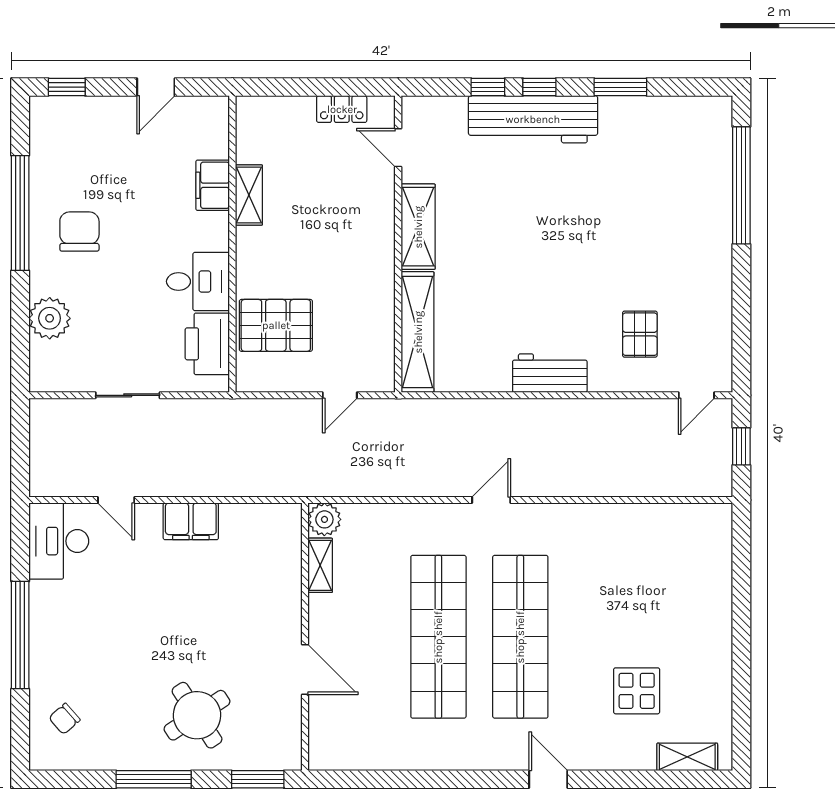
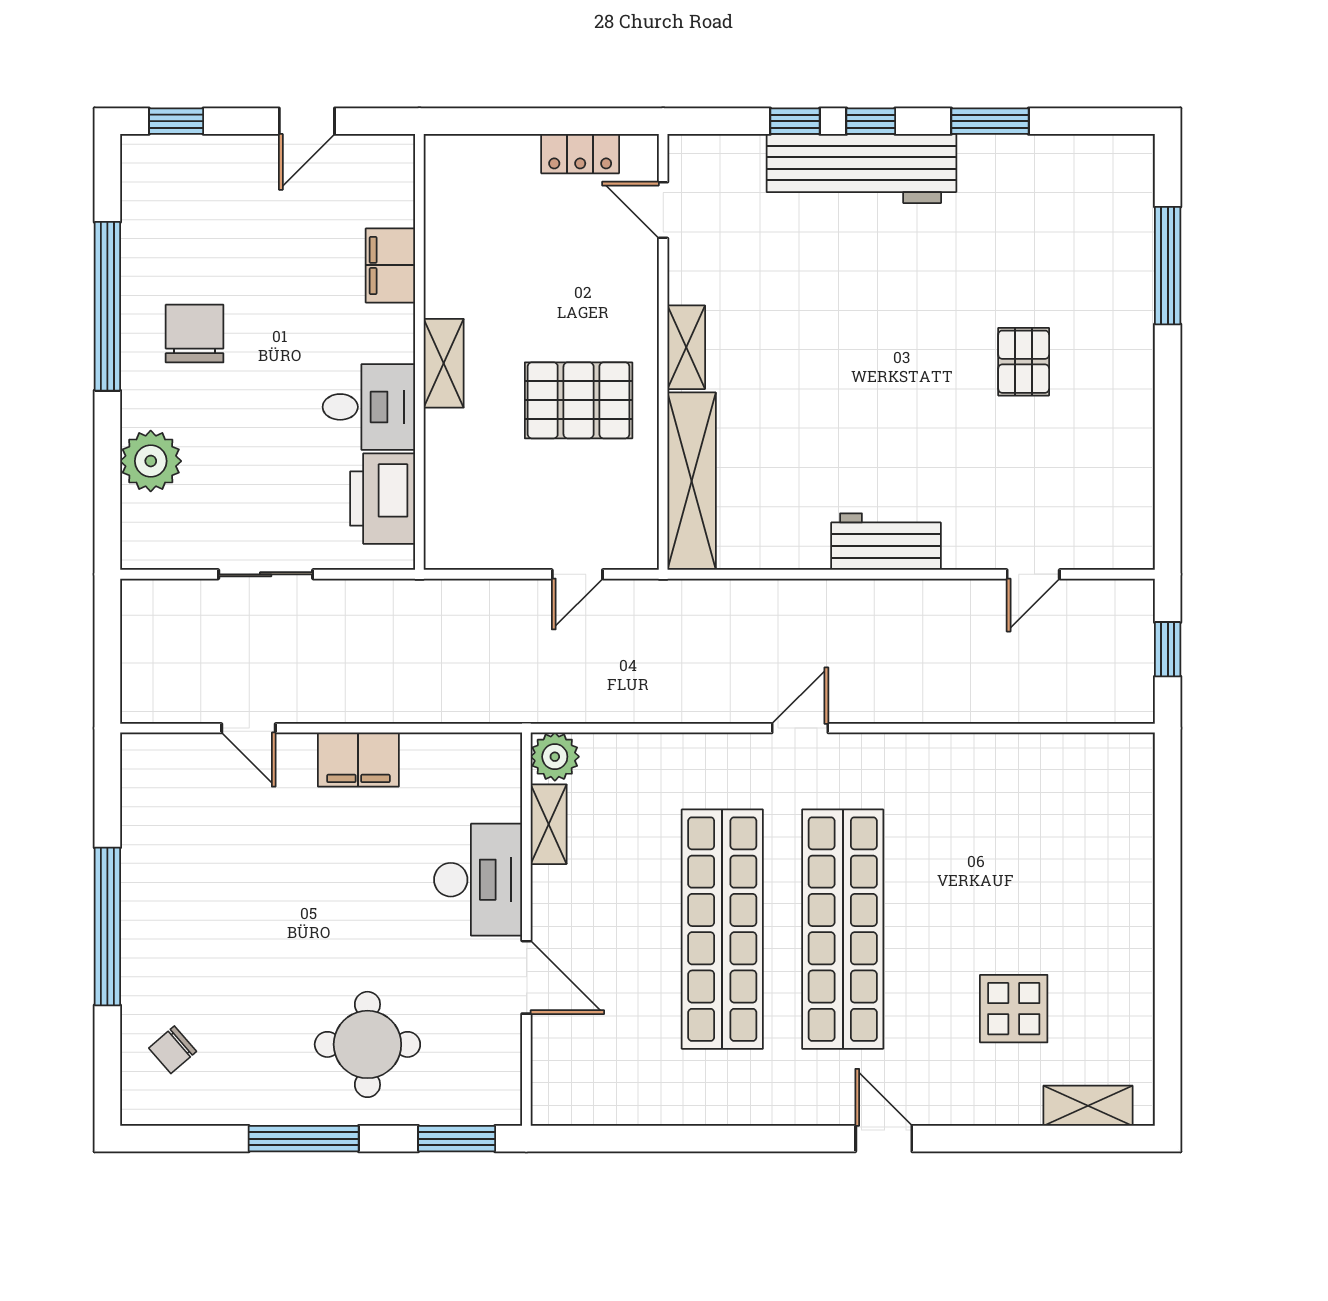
window: (741, 185) -> (1168, 266), width x0.68
shelving: (249, 195) -> (444, 363), moved
shelving: (418, 227) -> (686, 347), width x0.67, depth x0.75
pallet: (276, 325) -> (579, 400), moved
pallet: (640, 334) -> (1024, 362), moved
door: (696, 395) -> (1033, 574), moved
desk: (59, 541) -> (478, 880), moved, turned 180
round table: (197, 715) -> (367, 1044), turned 33

